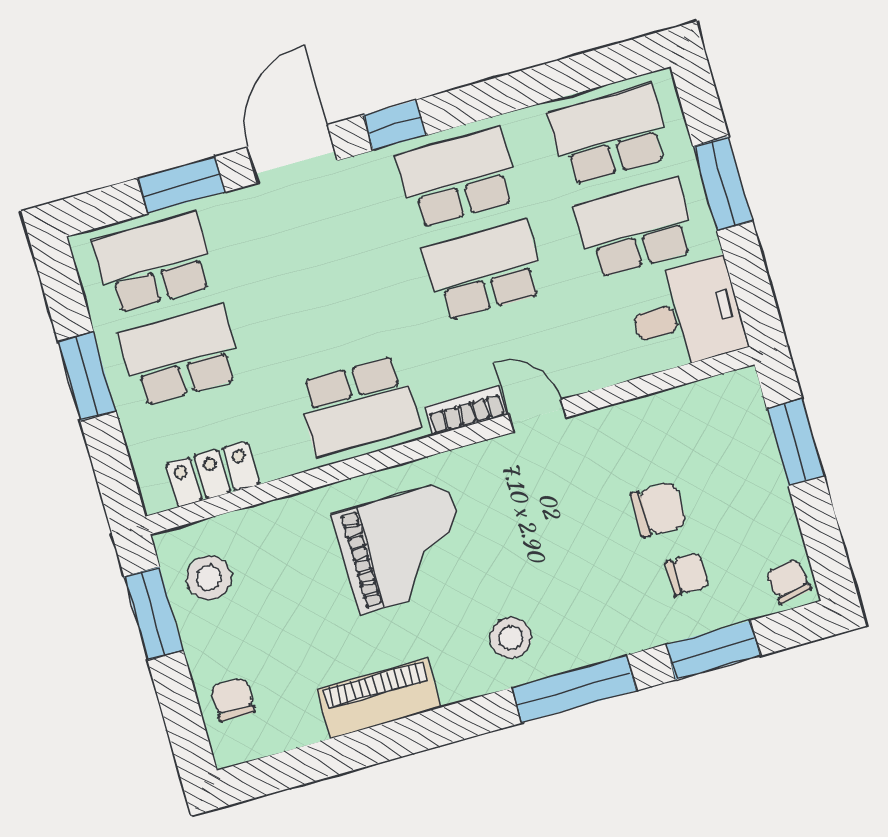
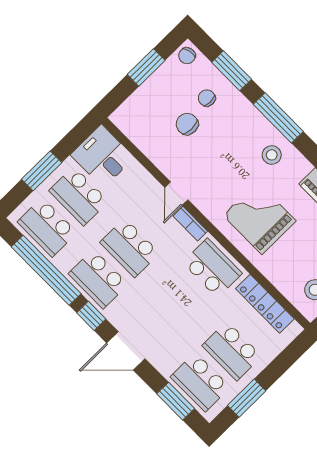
window: (529, 87) -> (46, 270), added
window: (181, 185) -> (176, 401), moved
window: (87, 376) -> (247, 398), moved
window: (795, 442) -> (146, 67), moved
locker: (212, 474) -> (265, 304), width x1.53

